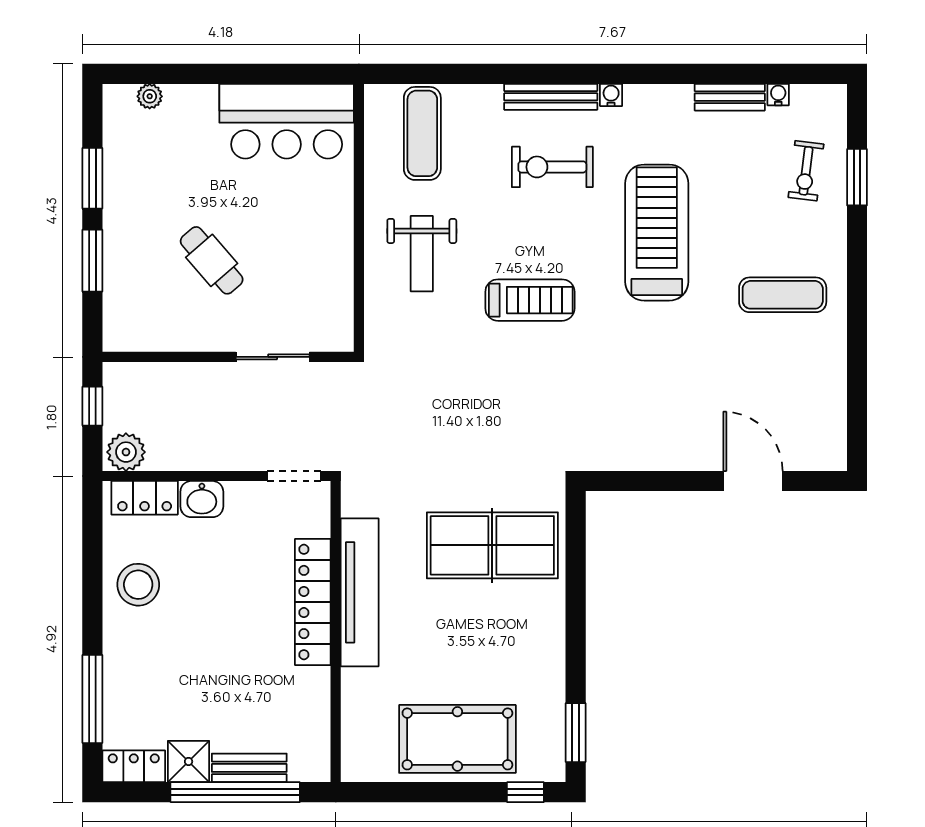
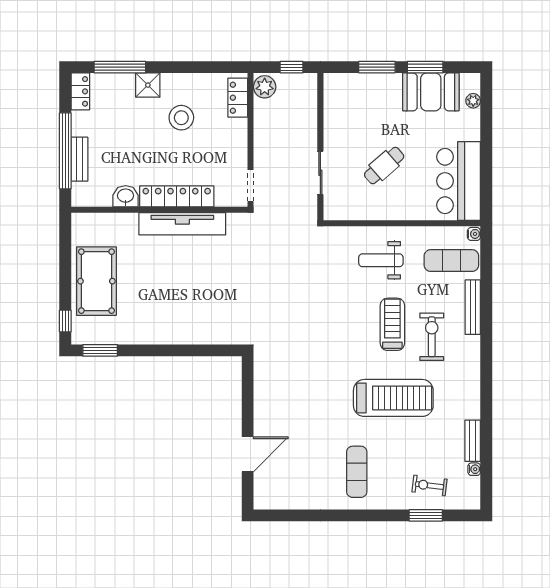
water cooler: (611, 95) -> (474, 234), moved
bench: (551, 97) -> (473, 307), moved
booth: (135, 169) -> (431, 92), added
cafe table: (212, 260) -> (384, 166), moved
treadmill: (530, 300) -> (392, 324), moved, turned 180
washbasin: (202, 499) -> (126, 196), moved, turned 90
table tennis table: (492, 545) -> (210, 302), removed
stool: (138, 585) -> (181, 118), moved
shower: (189, 761) -> (148, 85), moved

